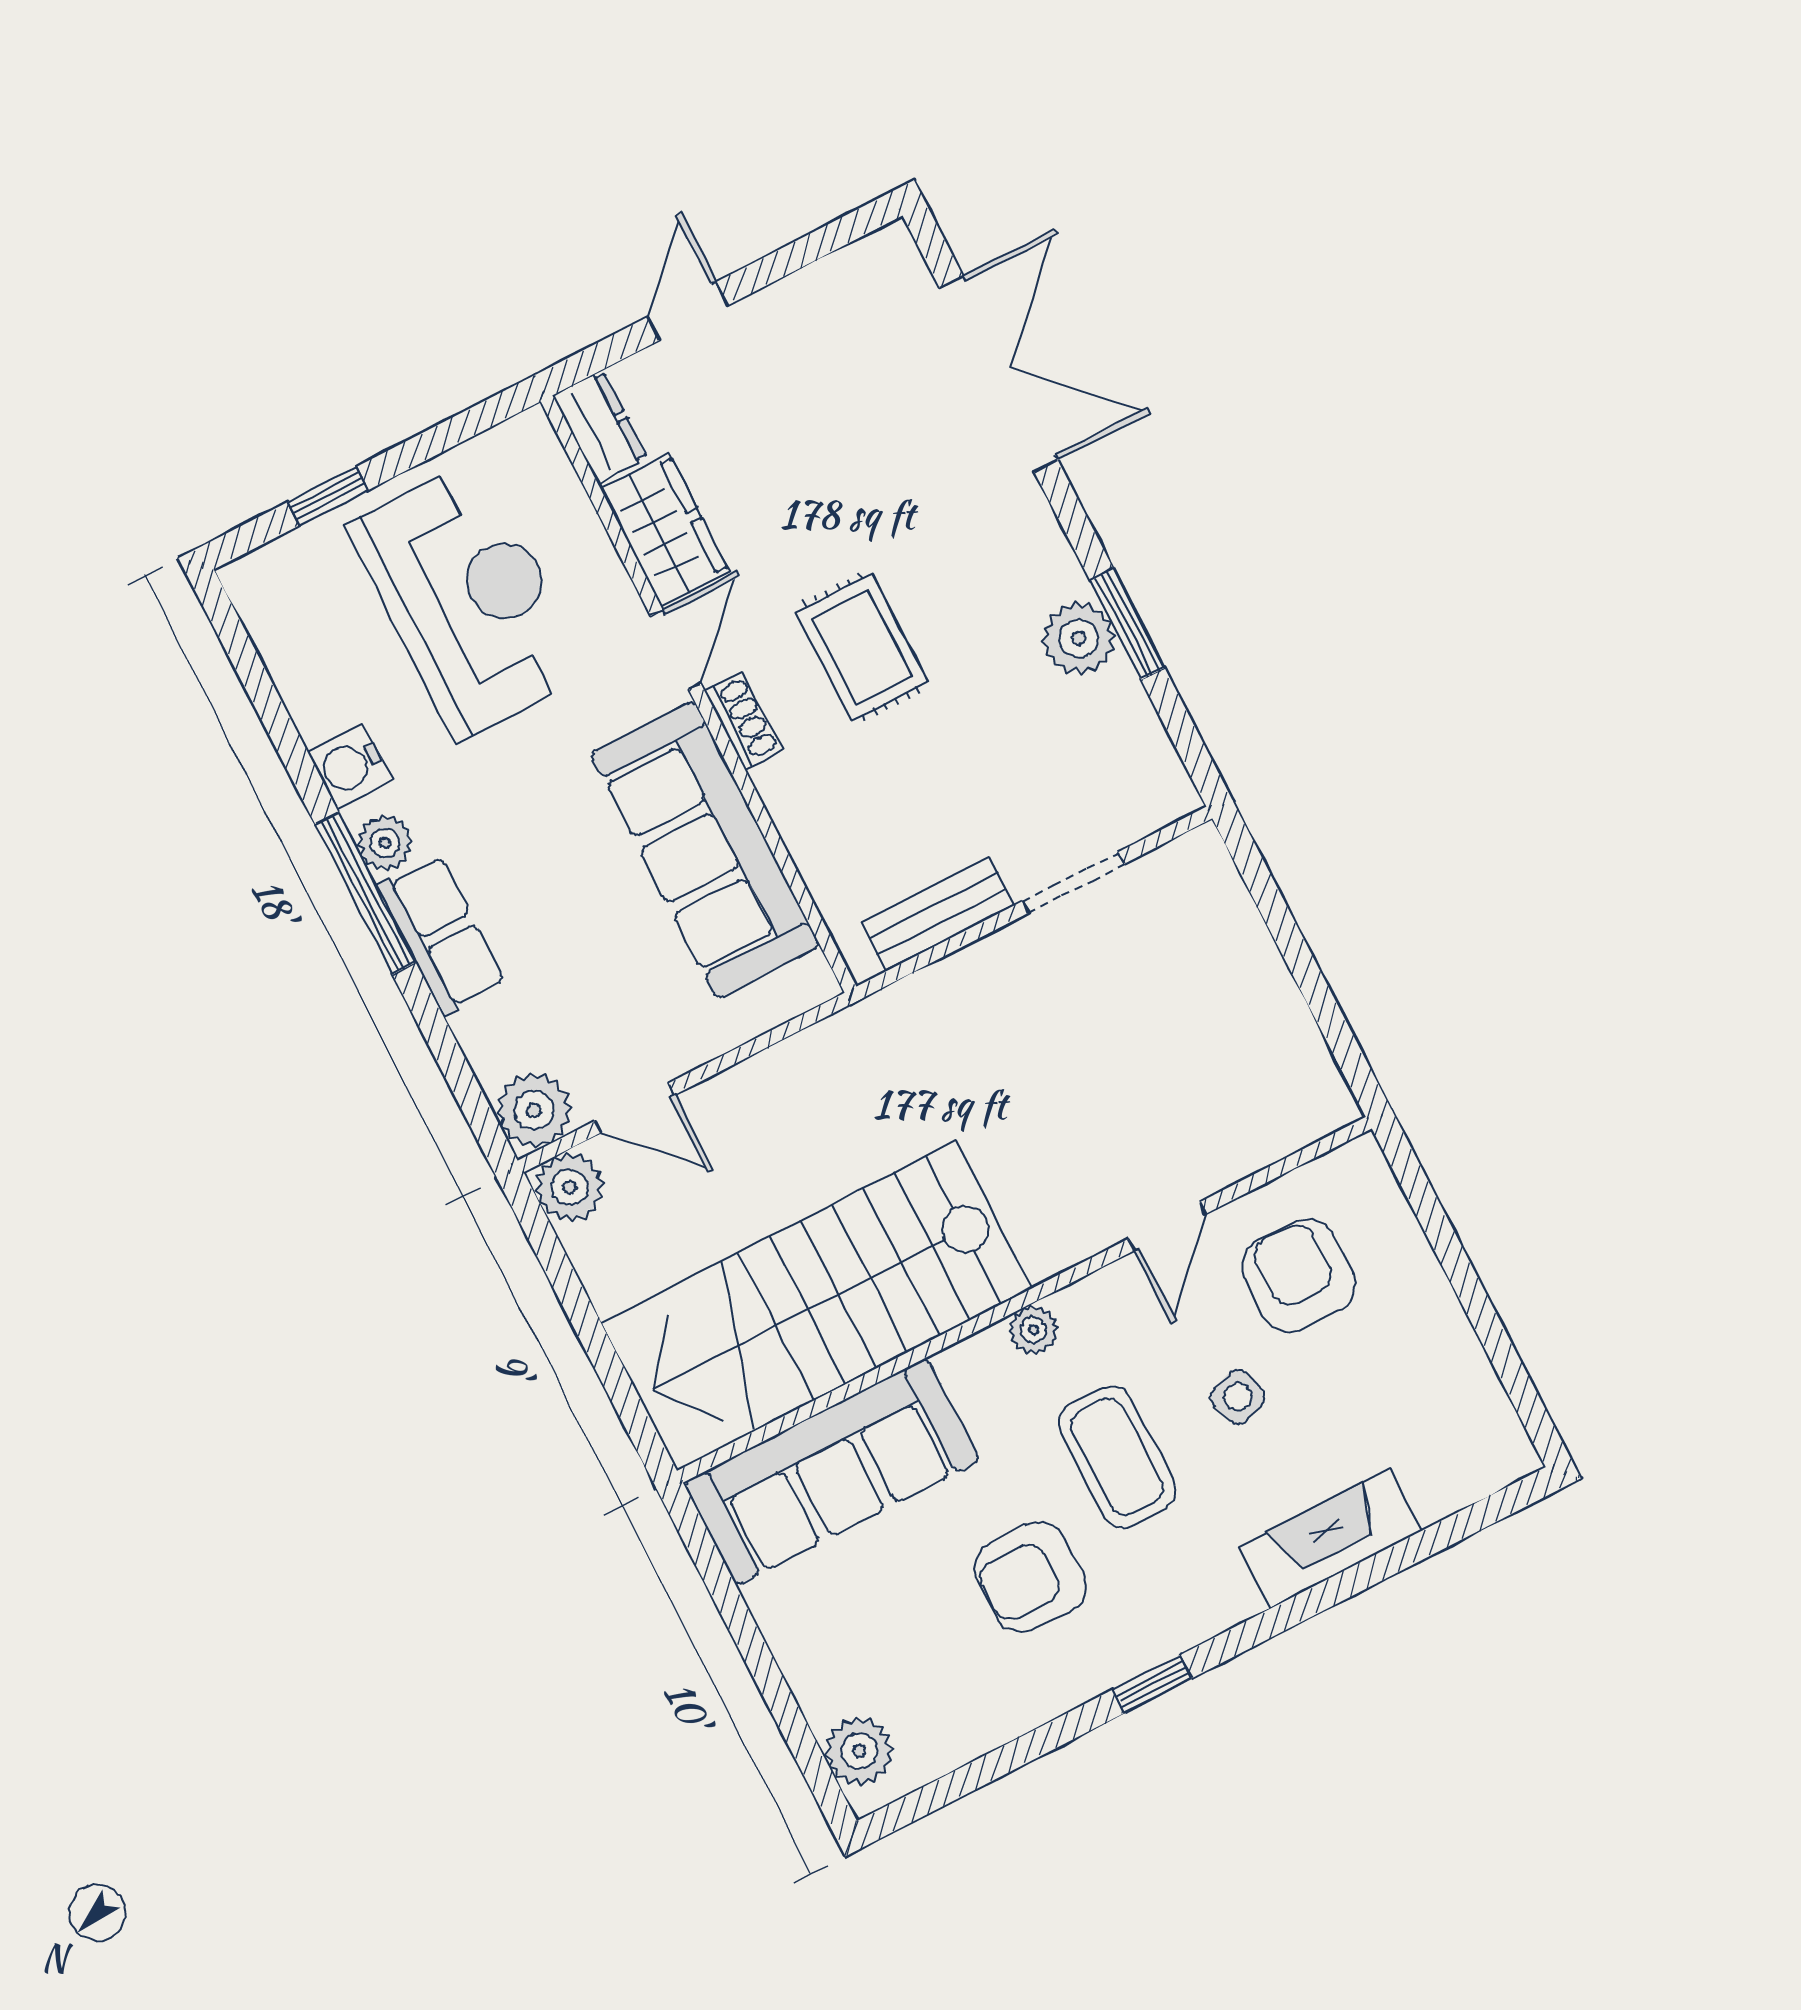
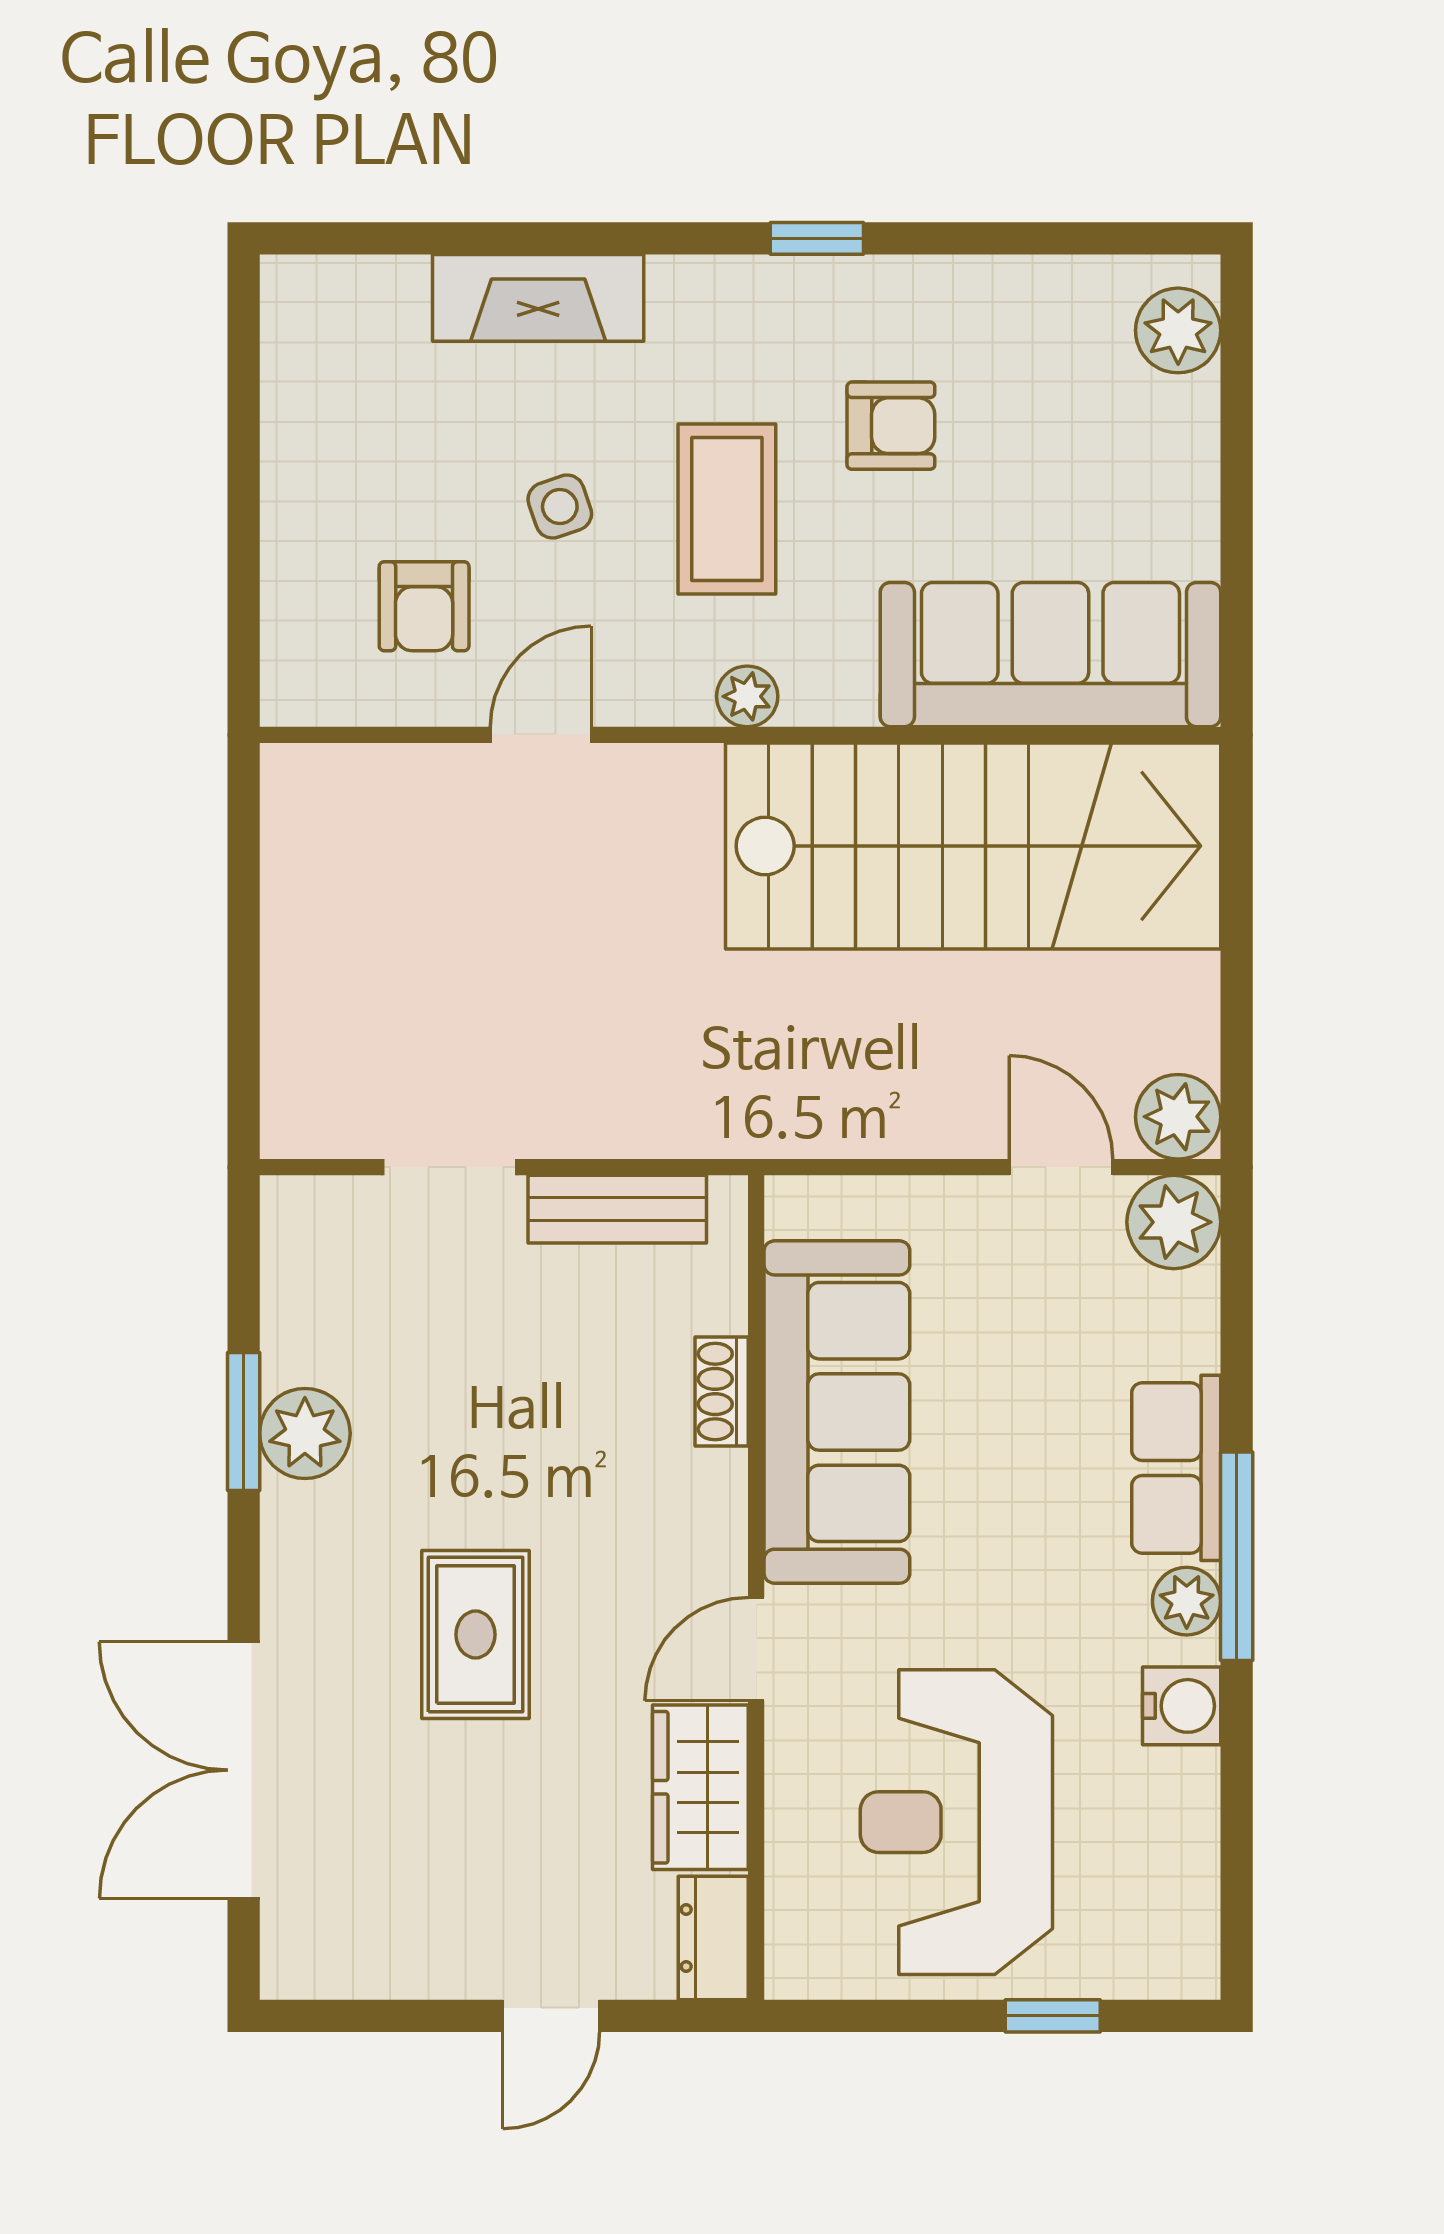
rug: (862, 647) -> (476, 1635), moved
shoe rack: (744, 720) -> (722, 1391), moved
armchair: (1298, 1275) -> (424, 606), width x0.72, depth x0.72
armchair: (1030, 1577) -> (891, 426), width x0.72, depth x0.72

